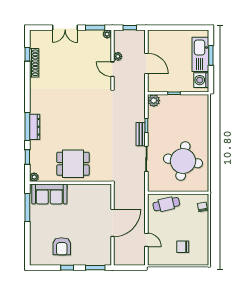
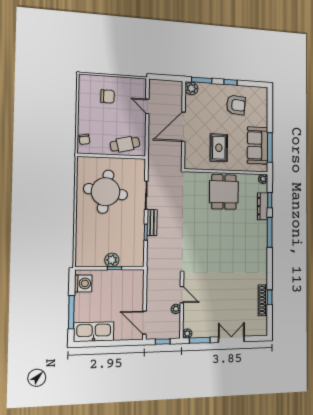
window: (27, 54) -> (270, 297), moved
kitchen sink: (200, 54) -> (94, 332), moved, turned -90
window: (211, 55) -> (71, 312), width x1.44
door: (146, 63) -> (145, 323), moved
plant: (154, 101) -> (112, 260), moved
dresser: (35, 127) -> (263, 206), moved
dining table: (73, 164) -> (224, 192), turned 90
sofa: (49, 194) -> (258, 145), moved, turned -90
rug: (78, 205) -> (219, 148), added
armchair: (62, 246) -> (236, 105), turned 95
plant: (105, 259) -> (191, 88), added

